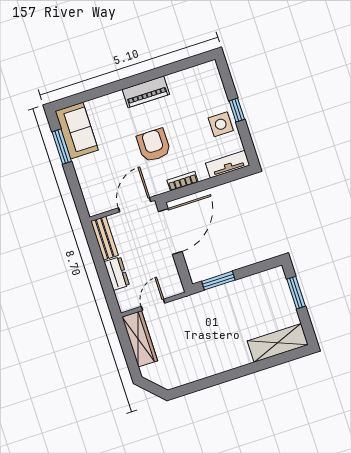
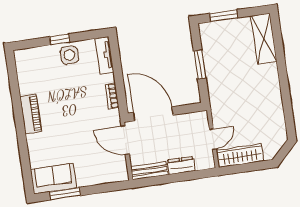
armchair: (154, 145) -> (77, 115), removed
window: (218, 281) -> (200, 64), moved
door: (153, 305) -> (213, 139), swing flipped

